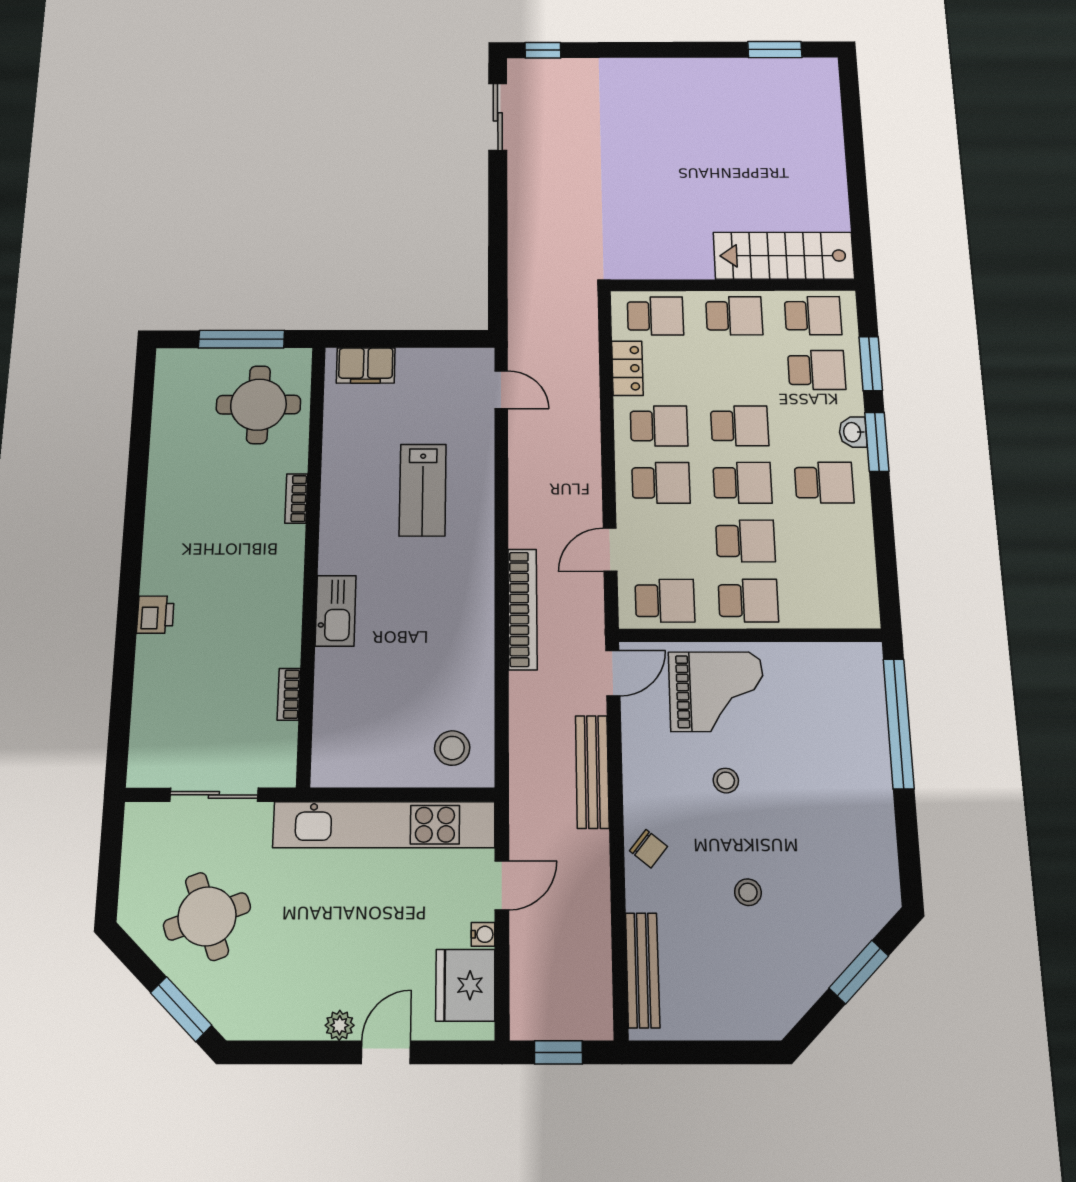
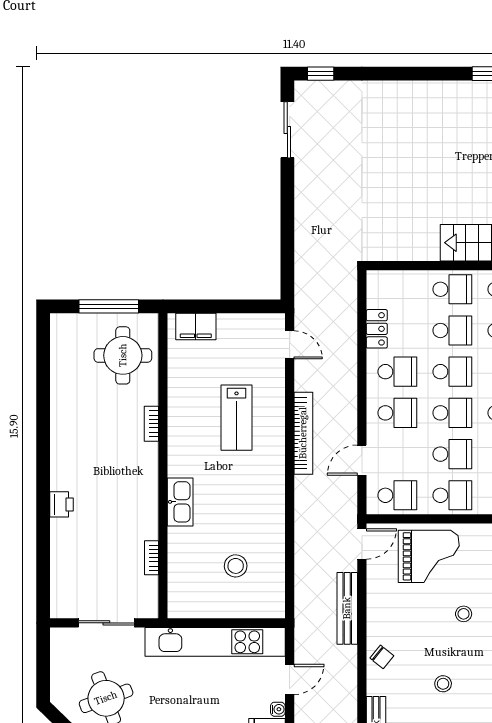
school desk: (655, 316) -> (452, 330), moved
bookcase: (523, 609) -> (303, 433), moved
stool: (452, 748) -> (236, 566), moved
stool: (726, 781) -> (464, 614), moved

